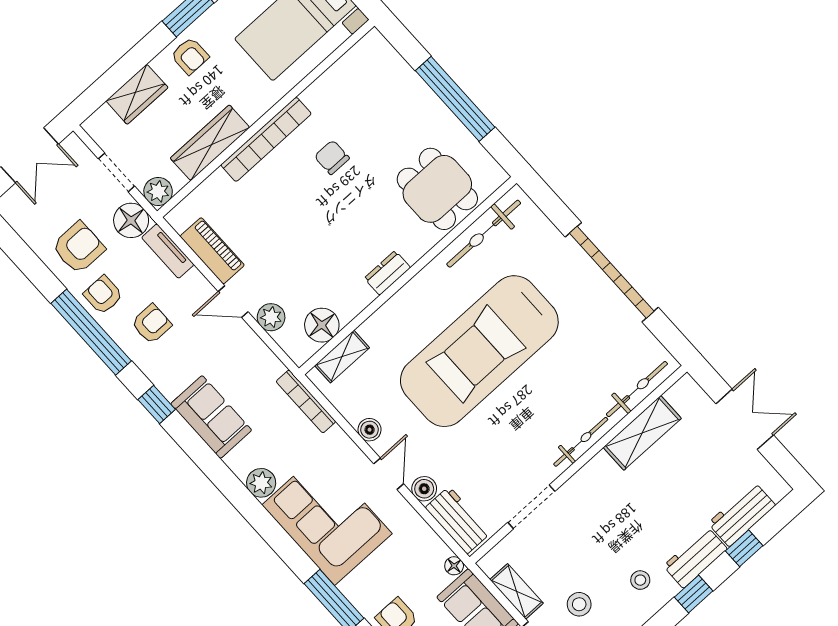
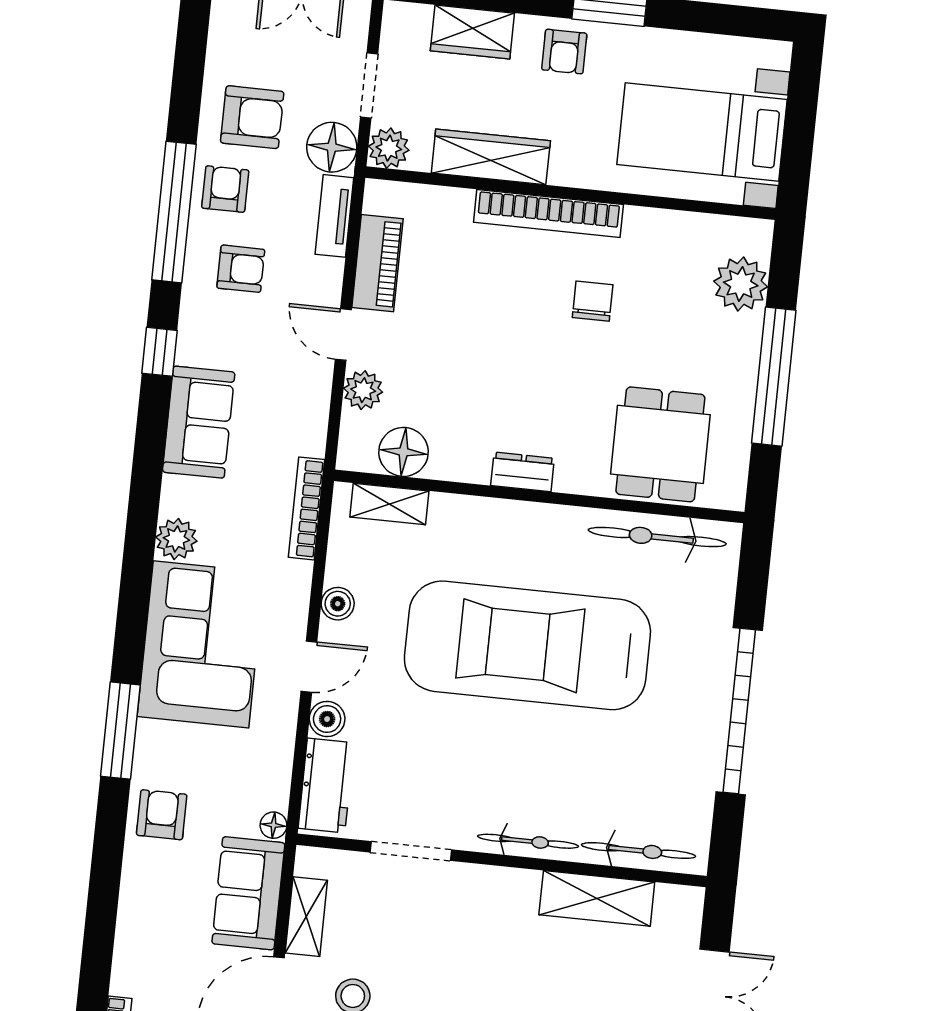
plant: (392, 73) -> (741, 284), added

